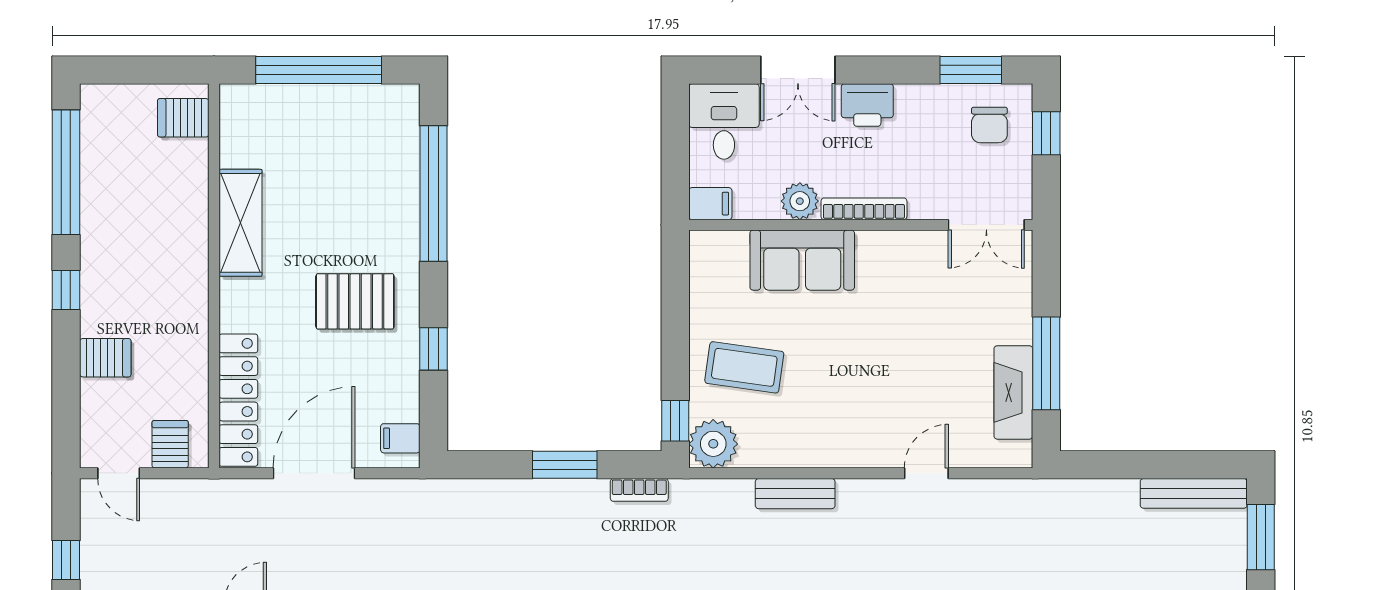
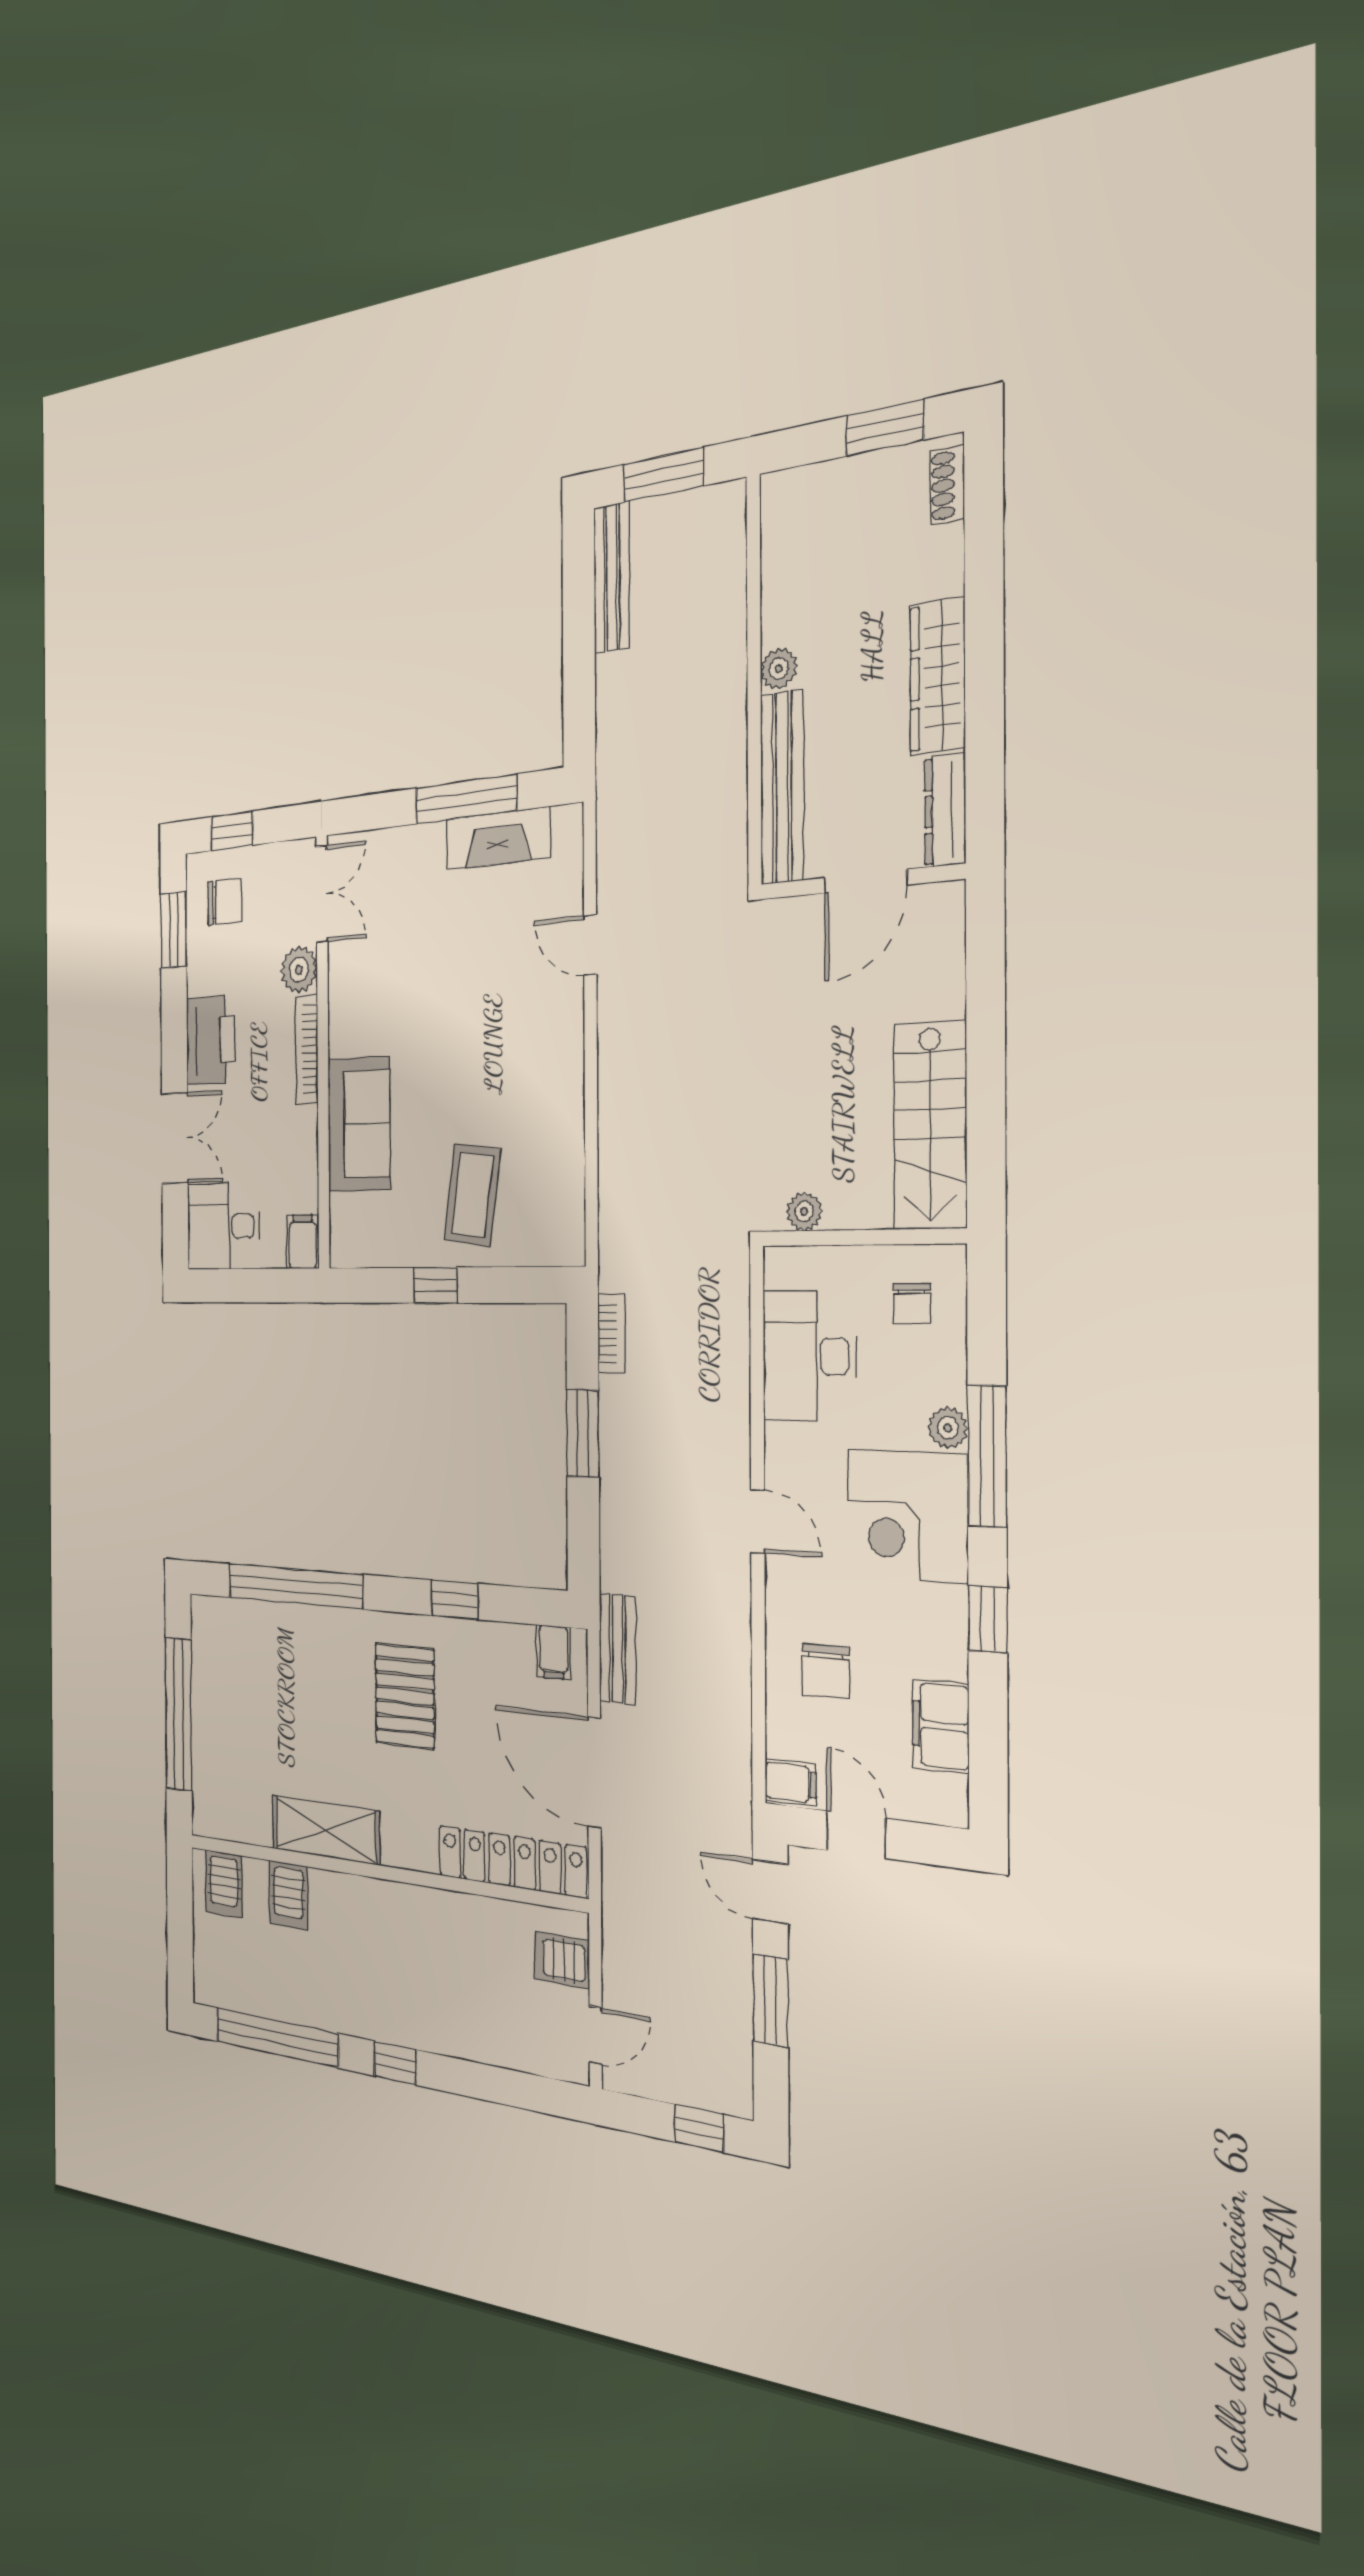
printer: (867, 105) -> (211, 1040), width x1.37, depth x1.19
plant: (800, 201) -> (299, 970), moved
server rack: (105, 358) -> (289, 1895), moved, turned 180
window: (675, 421) -> (435, 1285), moved
plant: (713, 444) -> (558, 1234), removed
bench: (795, 494) -> (617, 1649), moved

